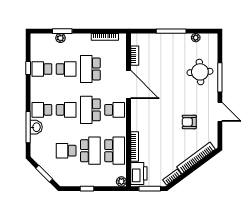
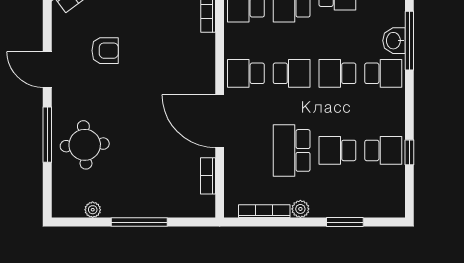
plant: (61, 38) -> (300, 209), moved
school desk: (90, 69) -> (292, 150), turned 180
school desk: (90, 110) -> (292, 73), width x0.54

